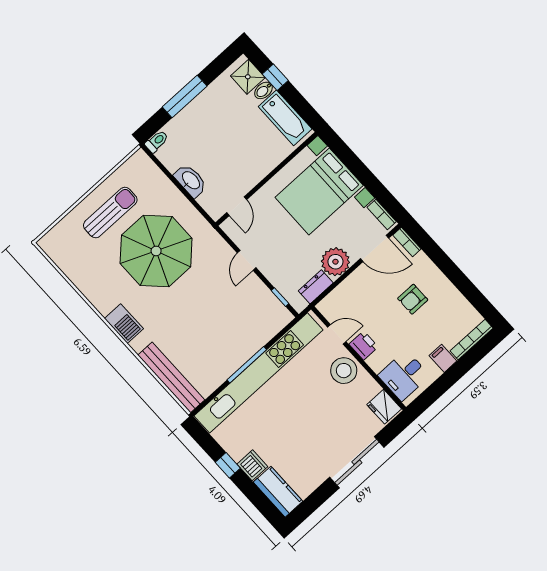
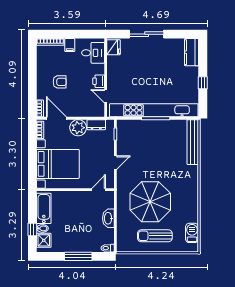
barbecue: (124, 324) -> (192, 233), moved
stool: (344, 371) -> (117, 78), removed
dishwasher: (252, 465) -> (192, 73), removed

